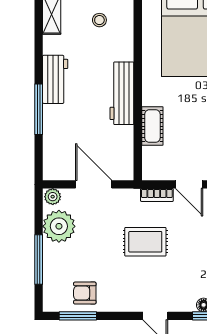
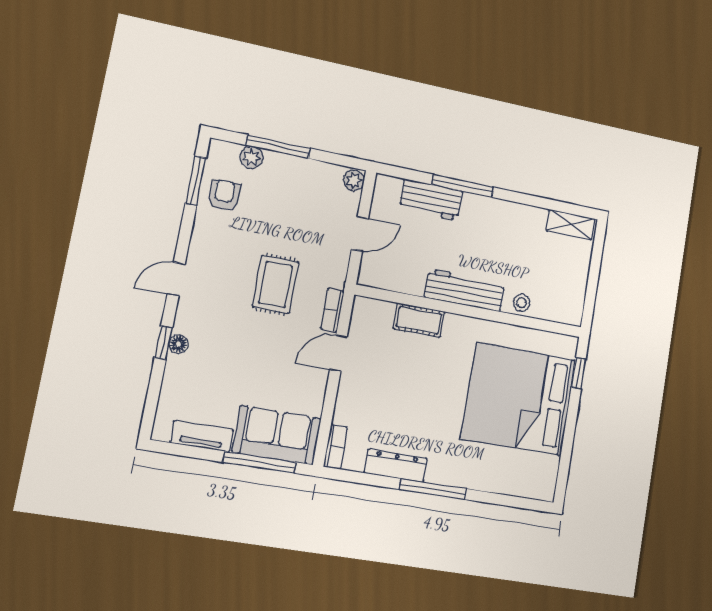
stool: (99, 20) -> (522, 303), moved
workbench: (55, 79) -> (431, 200), moved
door: (94, 184) -> (360, 234), width x0.73
plant: (59, 226) -> (251, 157), moved, width x0.53, depth x0.53

